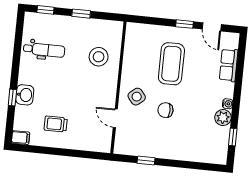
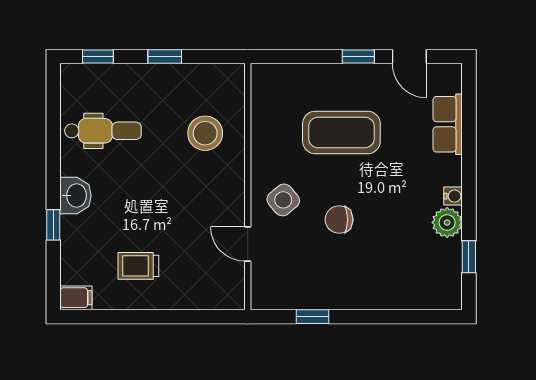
coffee table: (171, 64) -> (341, 133), turned 90
washbasin: (25, 95) -> (76, 196), moved

